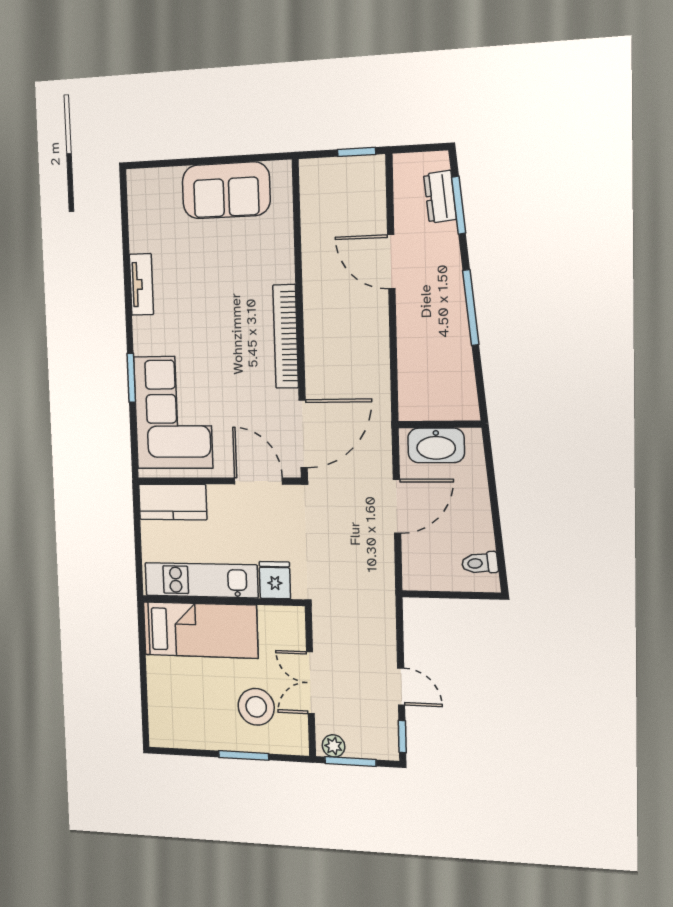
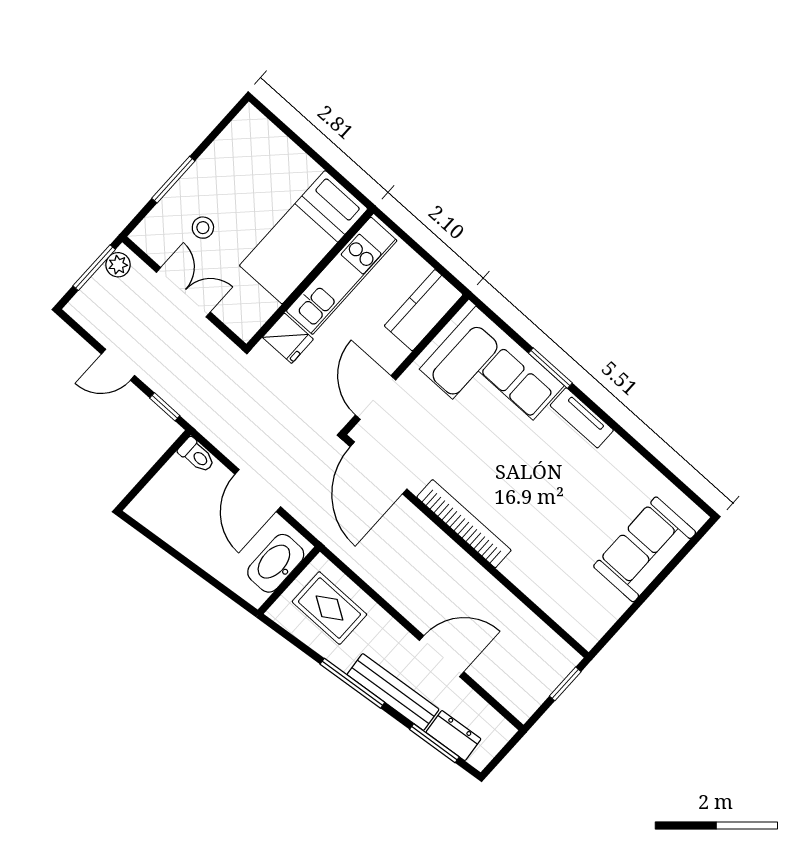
window: (357, 152) -> (565, 684), moved
sofa: (226, 190) -> (645, 549), moved
bench: (449, 272) -> (393, 692), added
tv unit: (141, 284) -> (582, 418), moved
rug: (432, 376) -> (329, 608), added
door: (258, 481) -> (376, 397), swing flipped
toilet: (480, 563) -> (197, 455), moved, turned 96
stool: (256, 707) -> (203, 228), width x0.53, depth x0.53
window: (402, 737) -> (165, 407), moved

